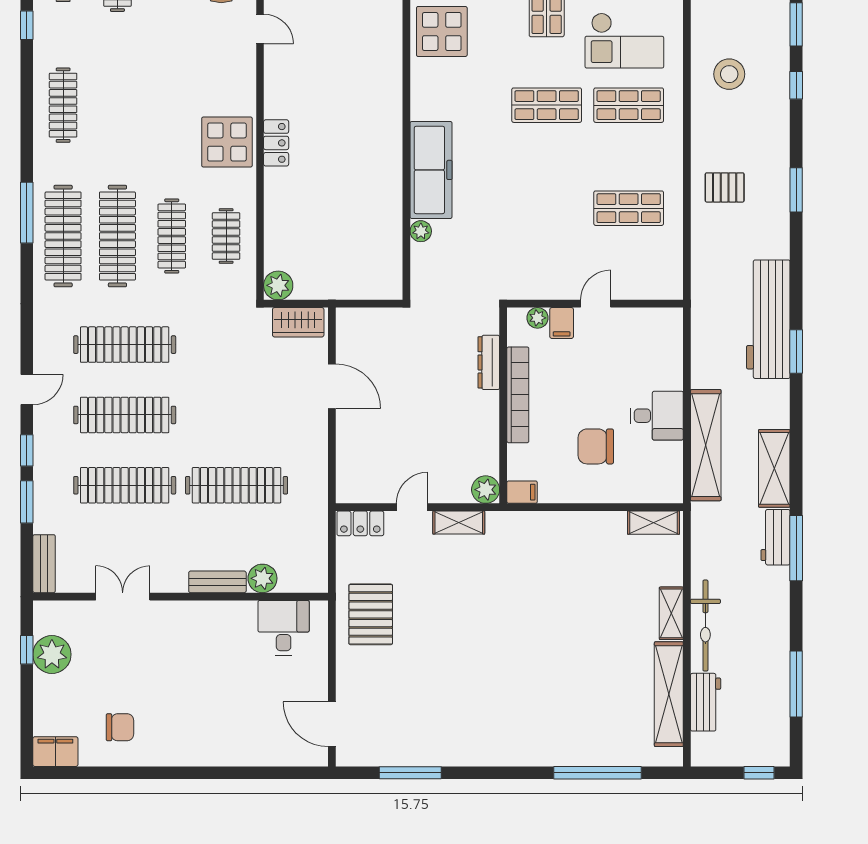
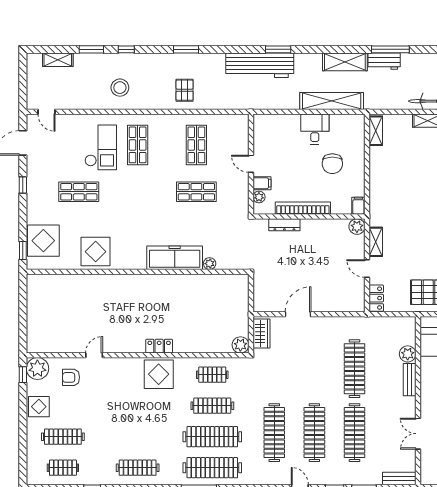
shop shelf: (547, 105) -> (196, 192), moved, turned 90

